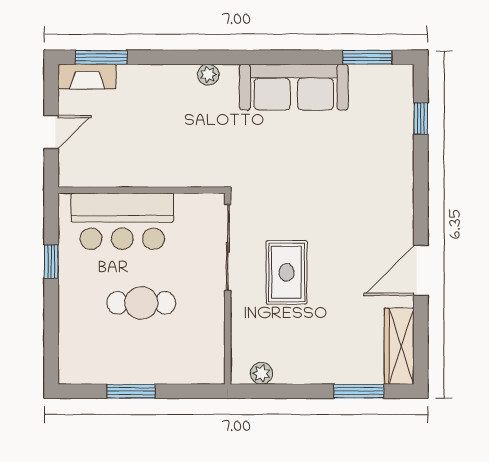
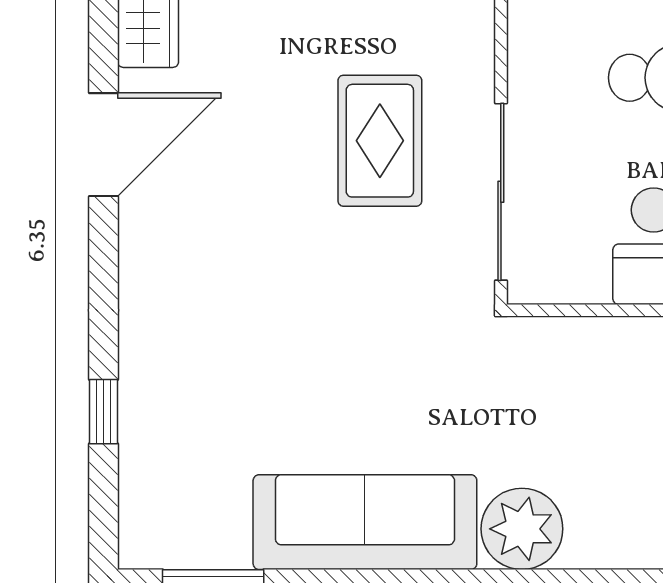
plant: (208, 75) -> (522, 529), width x1.87, depth x1.87
window: (421, 119) -> (103, 412), moved

